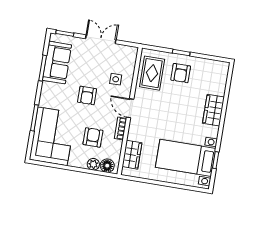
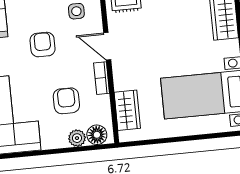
armchair: (87, 95) -> (43, 45), turned 180

